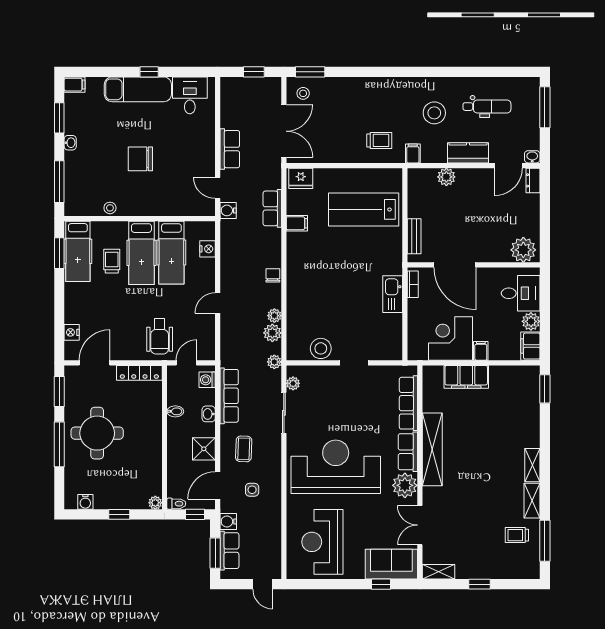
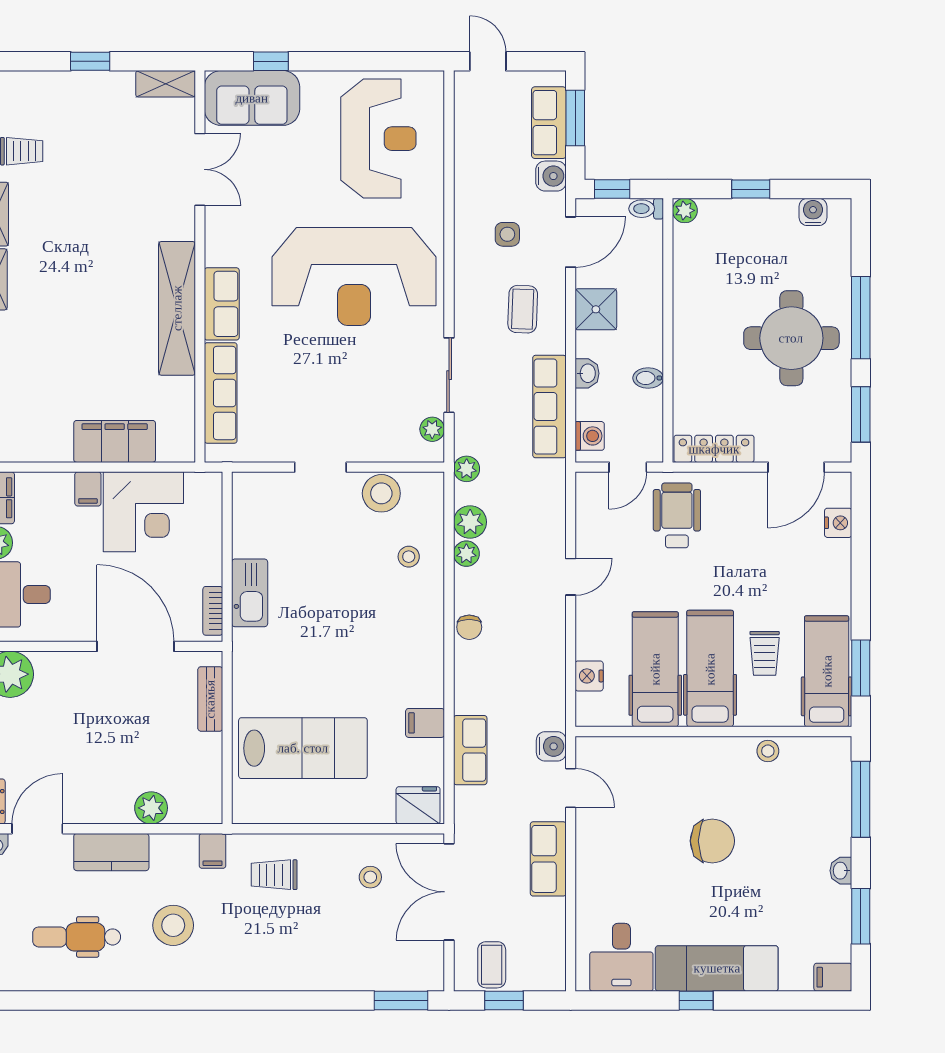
coffee table: (261, 91) -> (492, 965), added
stool: (303, 93) -> (370, 877), moved
stool: (306, 314) -> (409, 557), added
plant: (405, 485) -> (227, 242), removed

